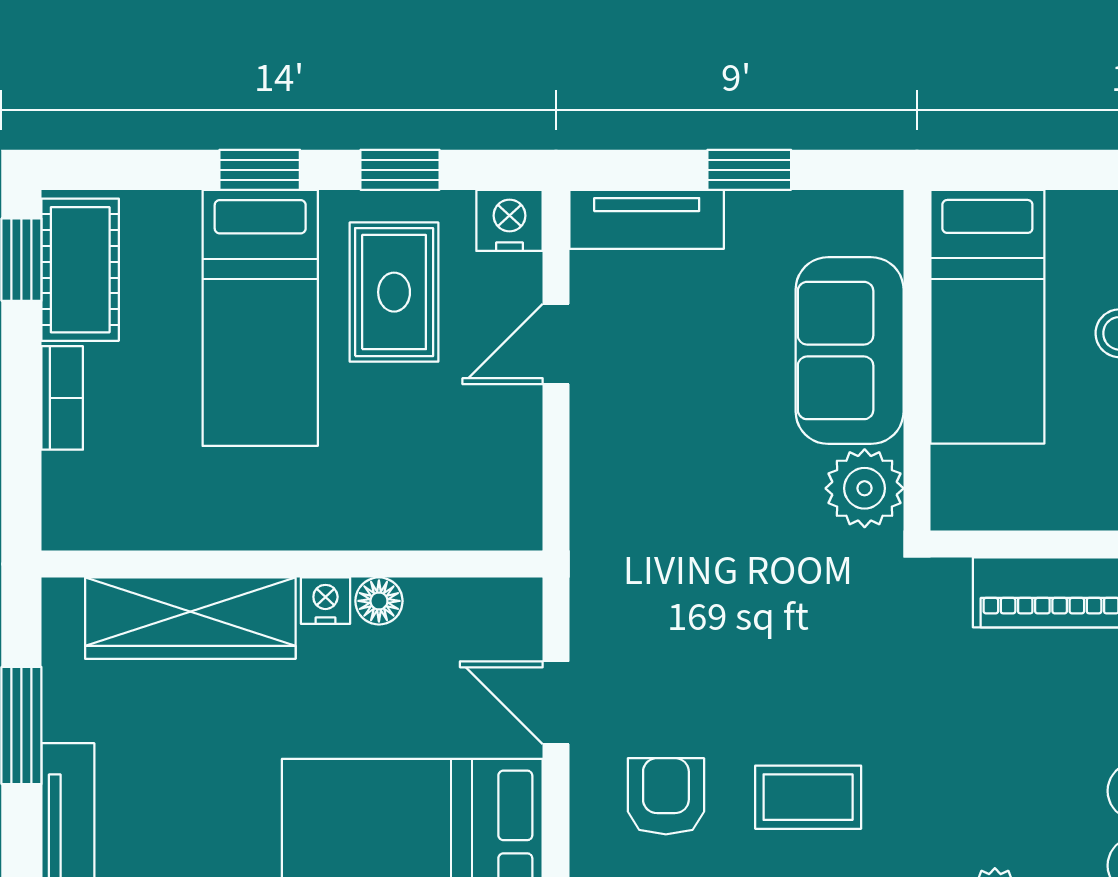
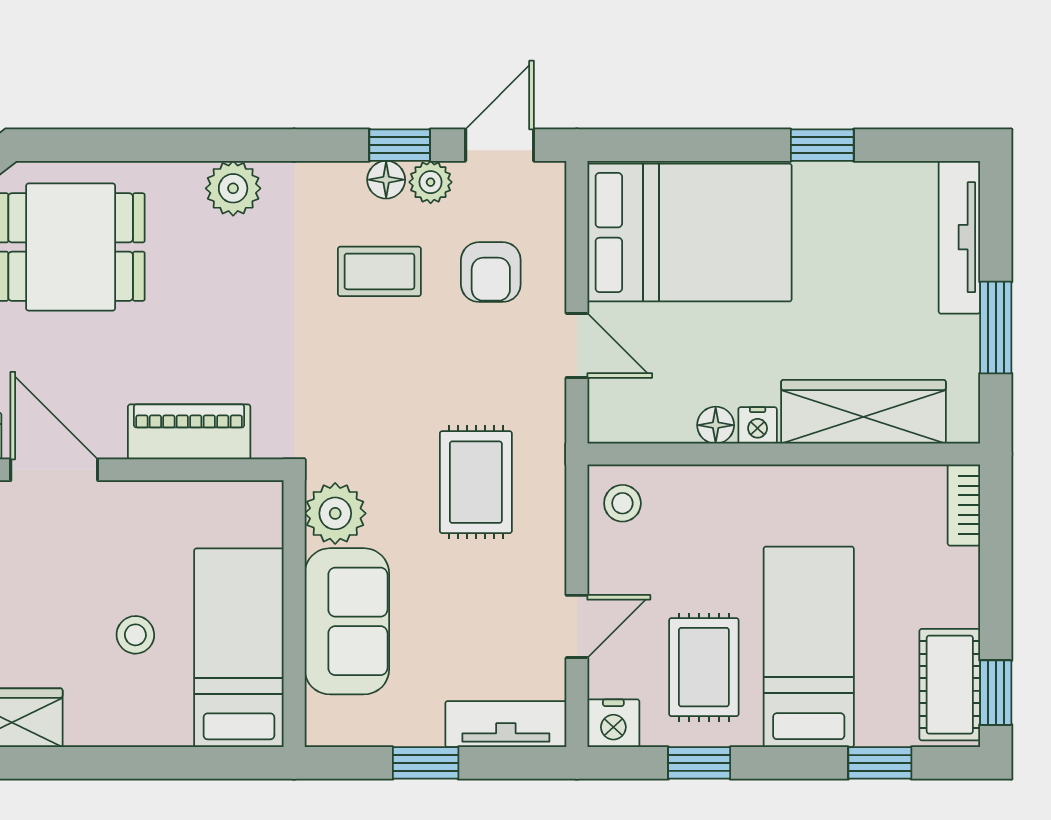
window: (260, 170) -> (880, 763), moved
bookcase: (62, 398) -> (964, 505), moved
stool: (498, 501) -> (622, 503), added
rug: (685, 528) -> (476, 482), added

